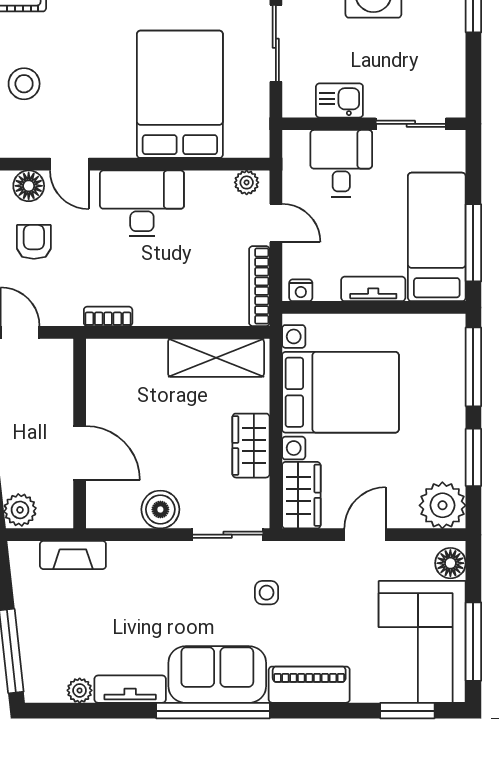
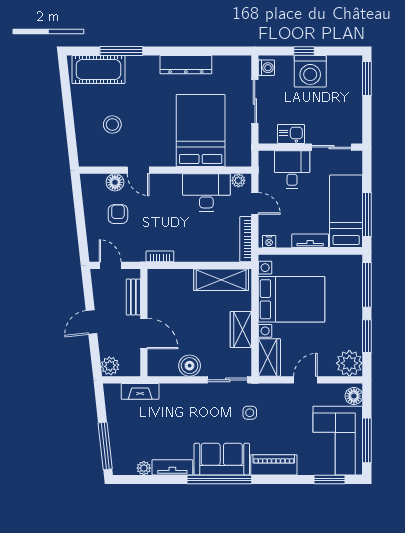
desk: (142, 203) -> (206, 192), moved
bench: (61, 388) -> (133, 297), added

